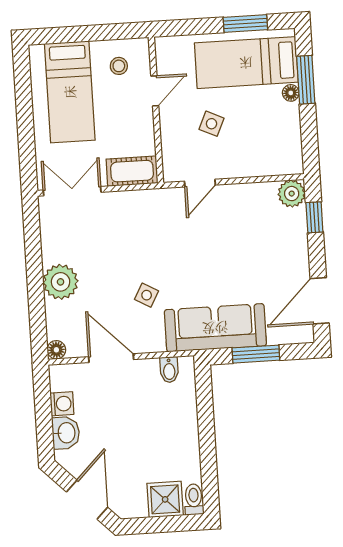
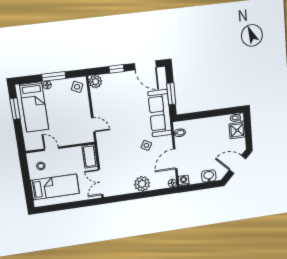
window: (306, 80) -> (54, 76), moved
side table: (211, 124) -> (77, 87), moved
window: (314, 217) -> (116, 69), moved
washing machine: (62, 404) -> (184, 181), moved

